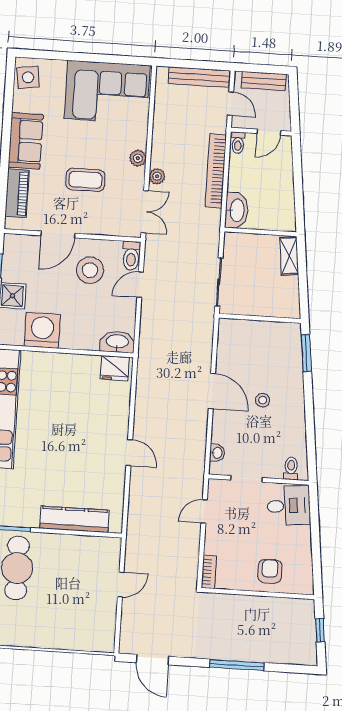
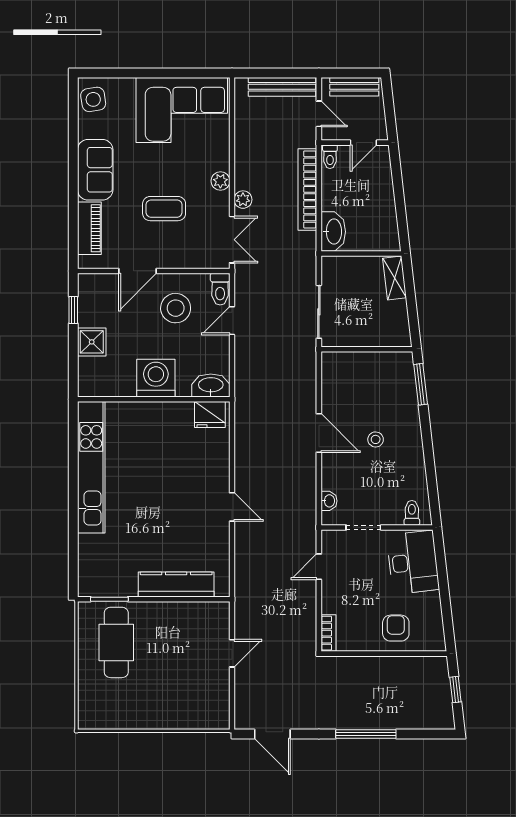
washing machine: (42, 330) -> (156, 378), moved
desk: (289, 506) -> (413, 562), width x1.37

